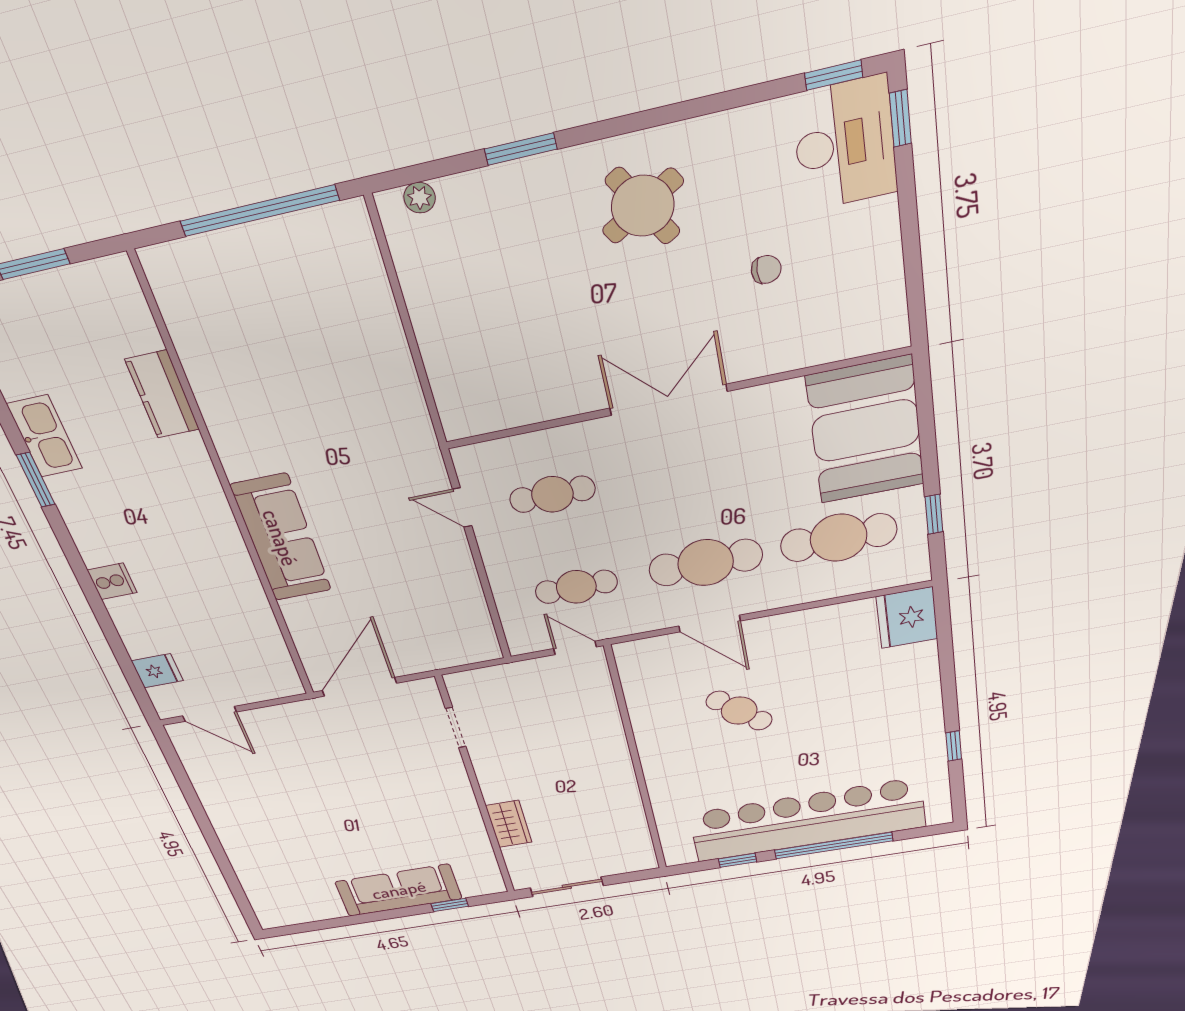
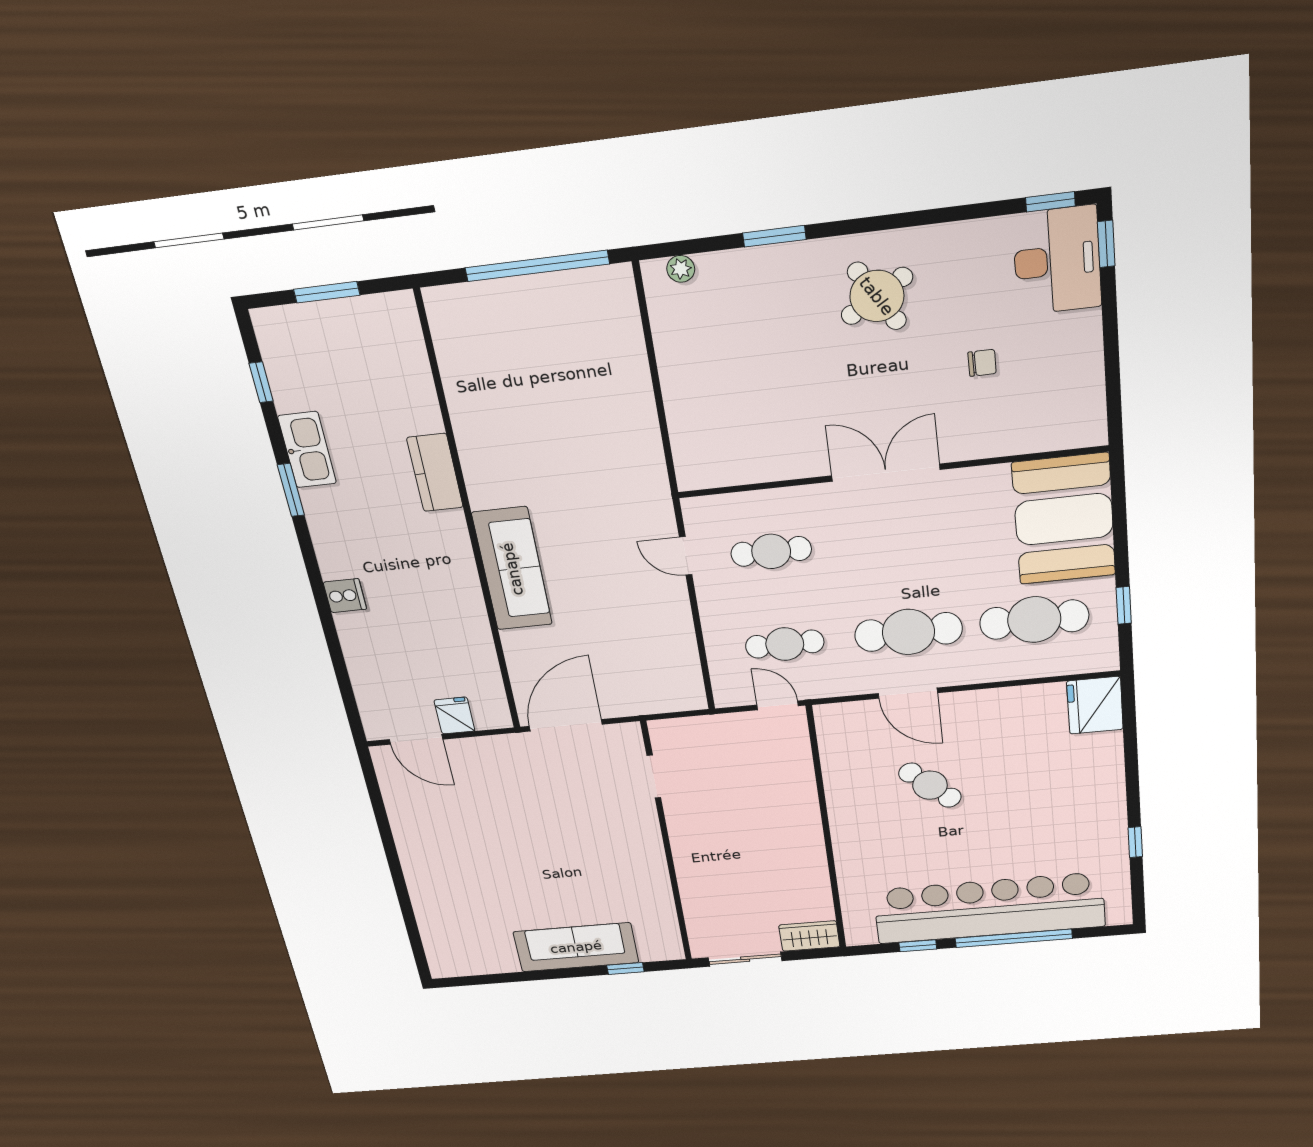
kitchen counter: (162, 395) -> (435, 473), moved
fridge: (157, 671) -> (454, 716), moved, turned -90
wardrobe: (509, 824) -> (809, 936), moved, turned -90

